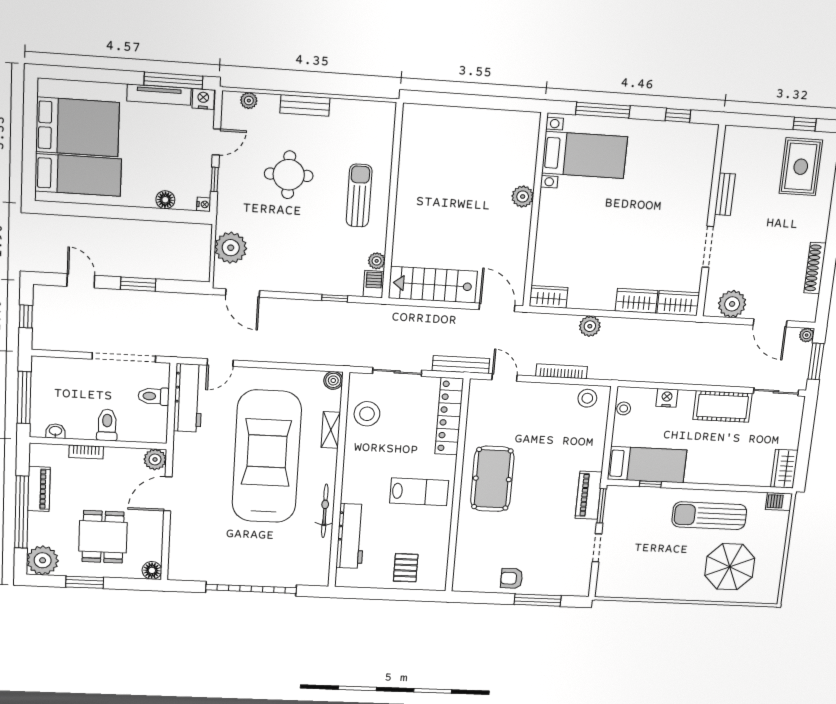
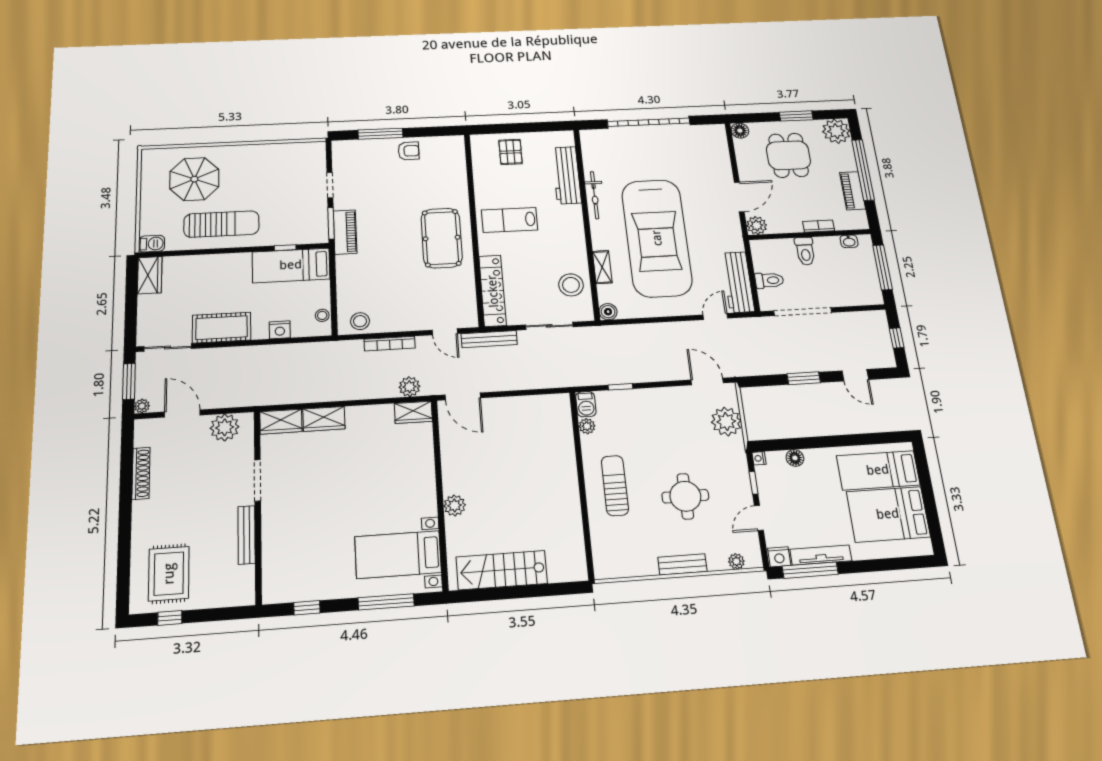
bench: (725, 194) -> (247, 535), width x1.36
sun lounger: (359, 195) -> (615, 486), turned 180
stairs: (433, 285) -> (502, 570), moved, turned 180
plant: (590, 326) -> (409, 387), moved

